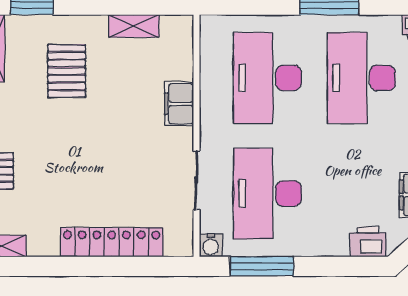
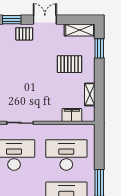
filing cabinet: (179, 104) -> (72, 115), moved

